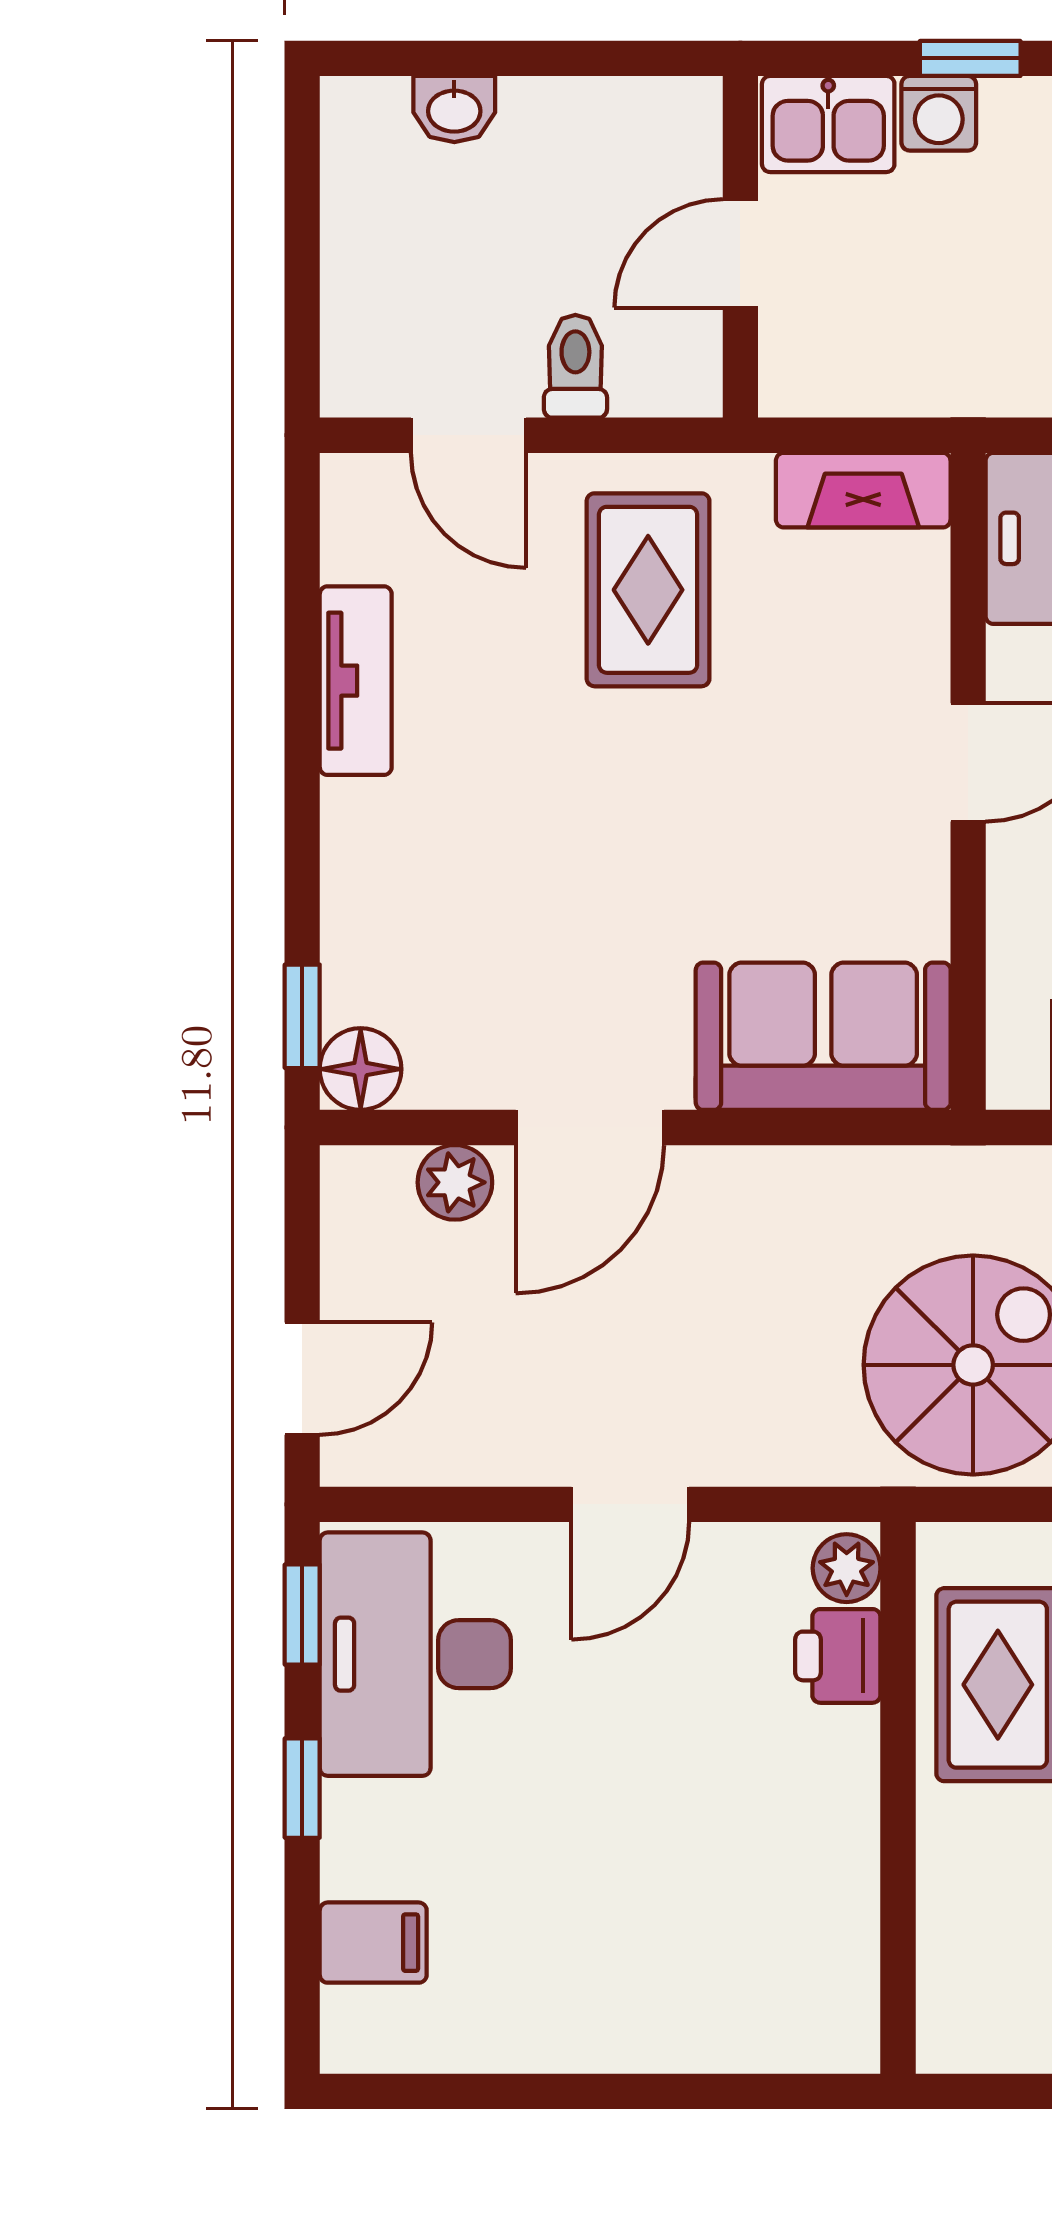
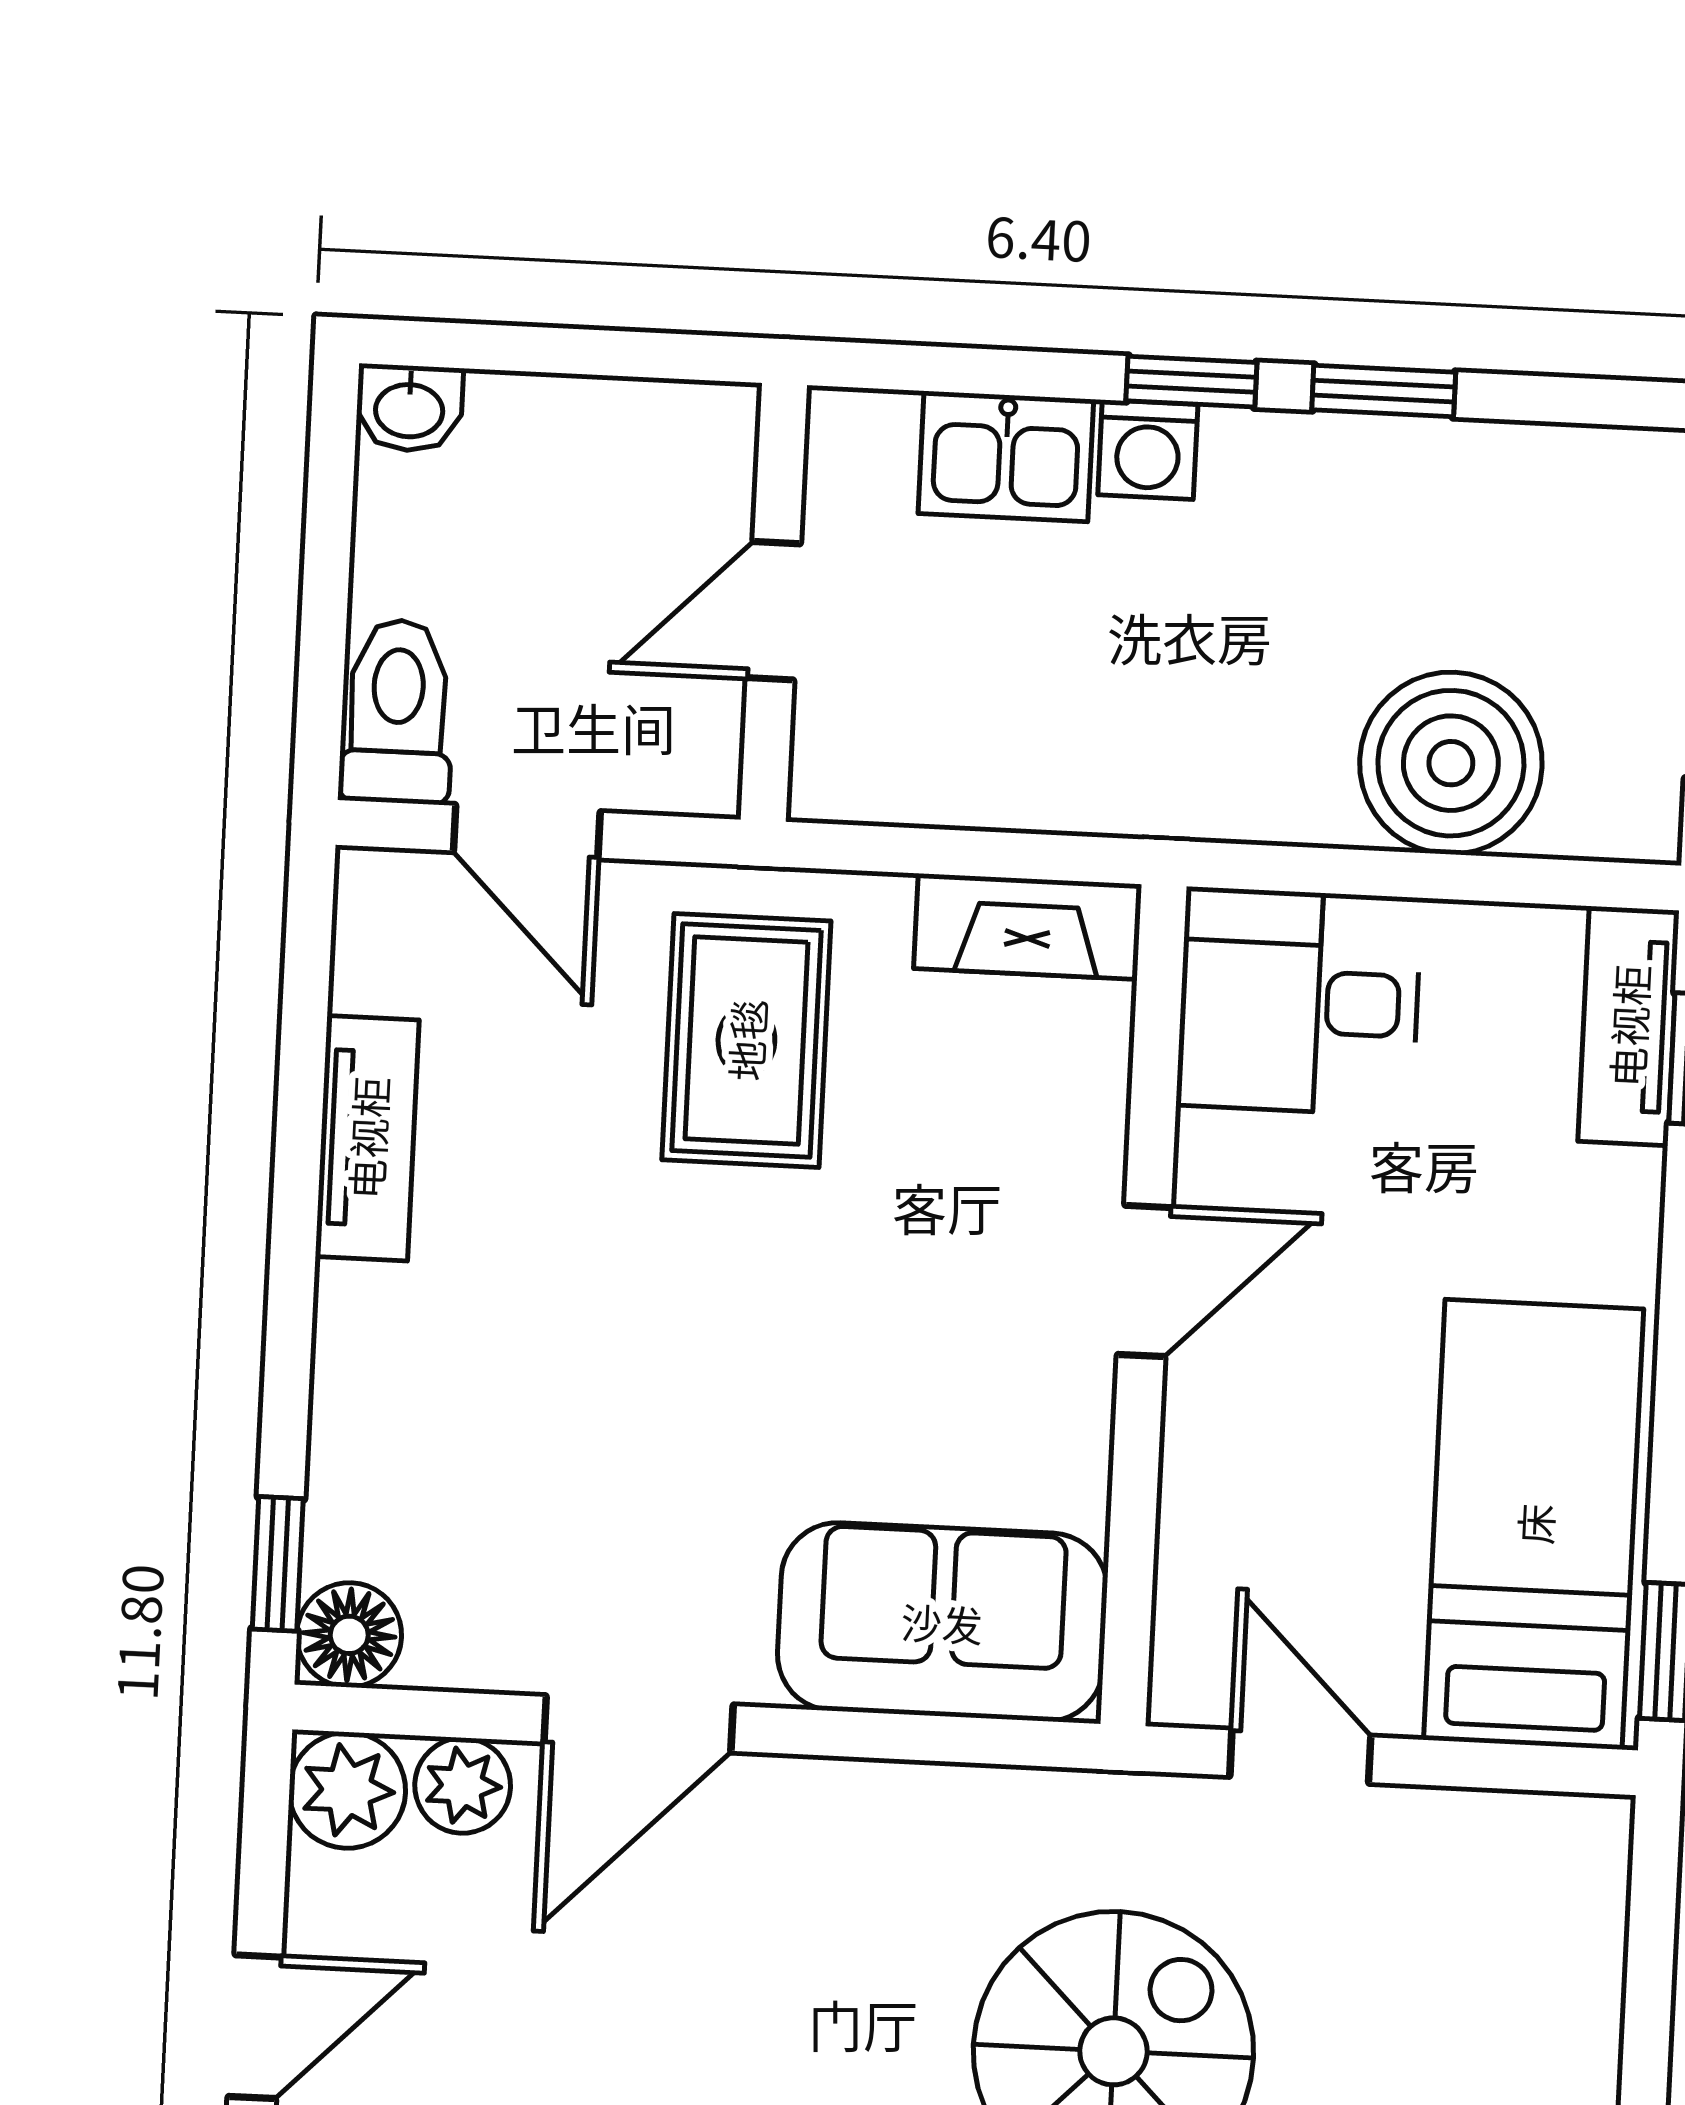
washbasin: (454, 109) -> (409, 408), moved
wall: (740, 247) -> (774, 602), moved
door: (740, 253) -> (773, 611), moved
toilet: (575, 366) -> (397, 712), moved, width x1.37, depth x1.39
plant: (365, 1190) -> (347, 1790), added

